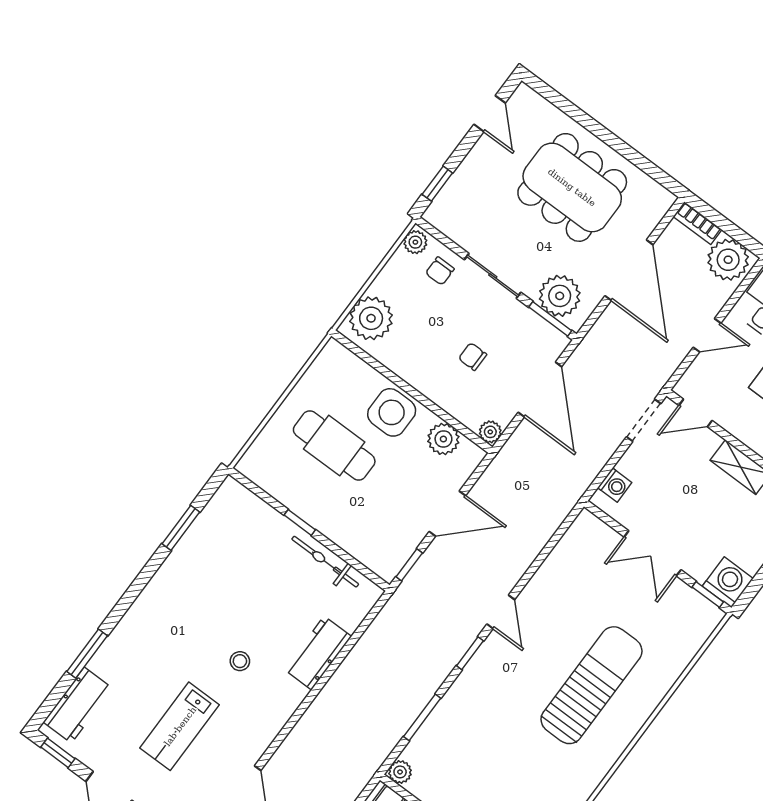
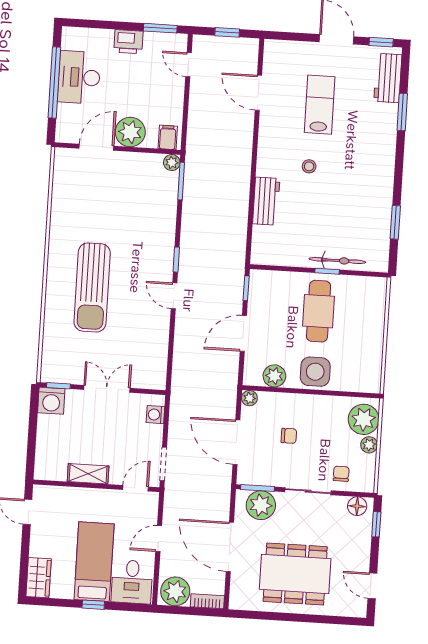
floor lamp: (446, 220) -> (357, 506), added
plant: (415, 242) -> (369, 445), moved
cafe table: (334, 445) -> (319, 311), moved, turned 90
bicycle: (325, 562) -> (337, 261), moved
window: (422, 717) -> (181, 181), moved

